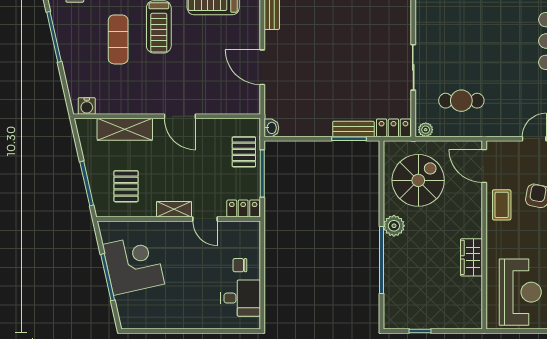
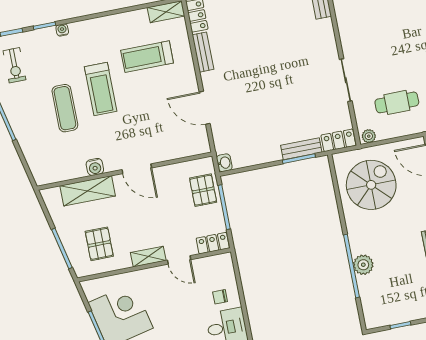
water cooler: (87, 106) -> (95, 167), moved
plant: (394, 226) -> (363, 265), moved

